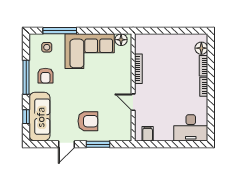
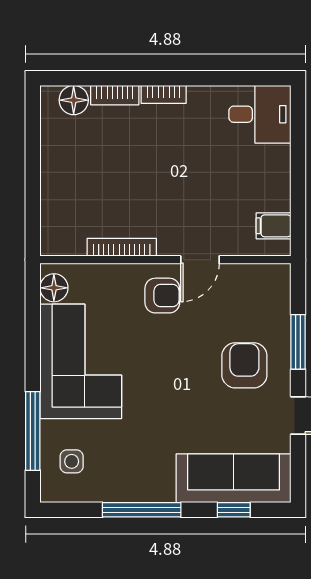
armchair: (45, 76) -> (162, 296), moved
desk: (191, 128) -> (260, 114), width x0.73

